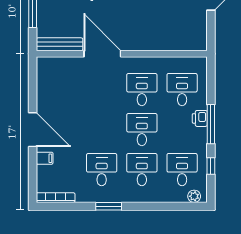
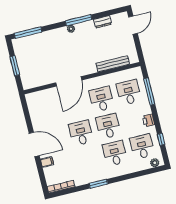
bench: (60, 44) -> (113, 64), moved
door: (102, 54) -> (69, 81), swing flipped
printer: (200, 118) -> (148, 120), moved
window: (211, 124) -> (149, 92), moved
desk: (102, 170) -> (81, 133), moved

